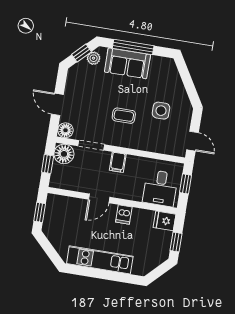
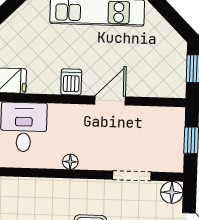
floor lamp: (64, 154) -> (70, 162), moved, width x0.53, depth x0.53
filing cabinet: (118, 162) -> (90, 156), removed

